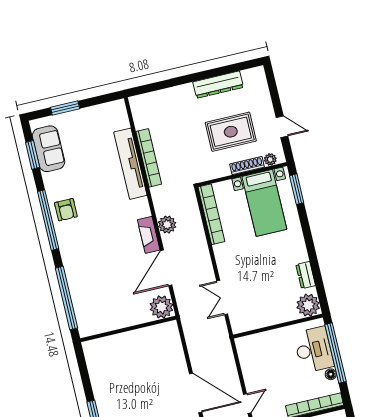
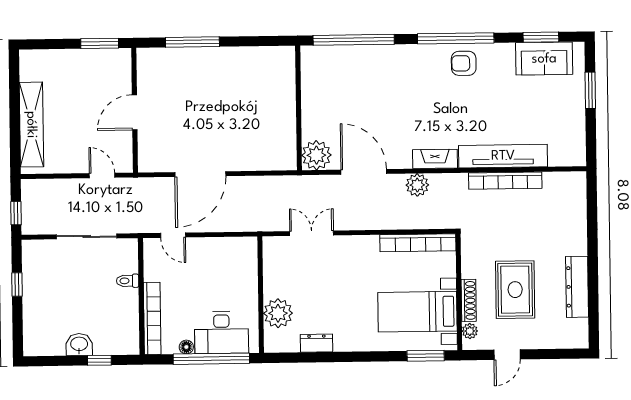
fireplace: (149, 235) -> (435, 159), moved
plant: (308, 305) -> (278, 313), moved

